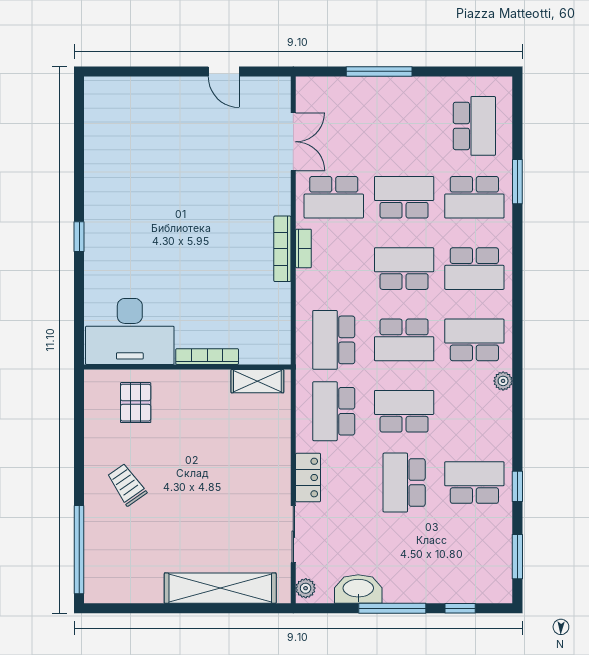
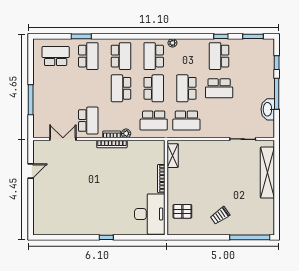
school desk: (404, 197) -> (88, 88), removed
locker: (308, 478) -> (217, 132), removed
plant: (306, 588) -> (126, 133), moved

